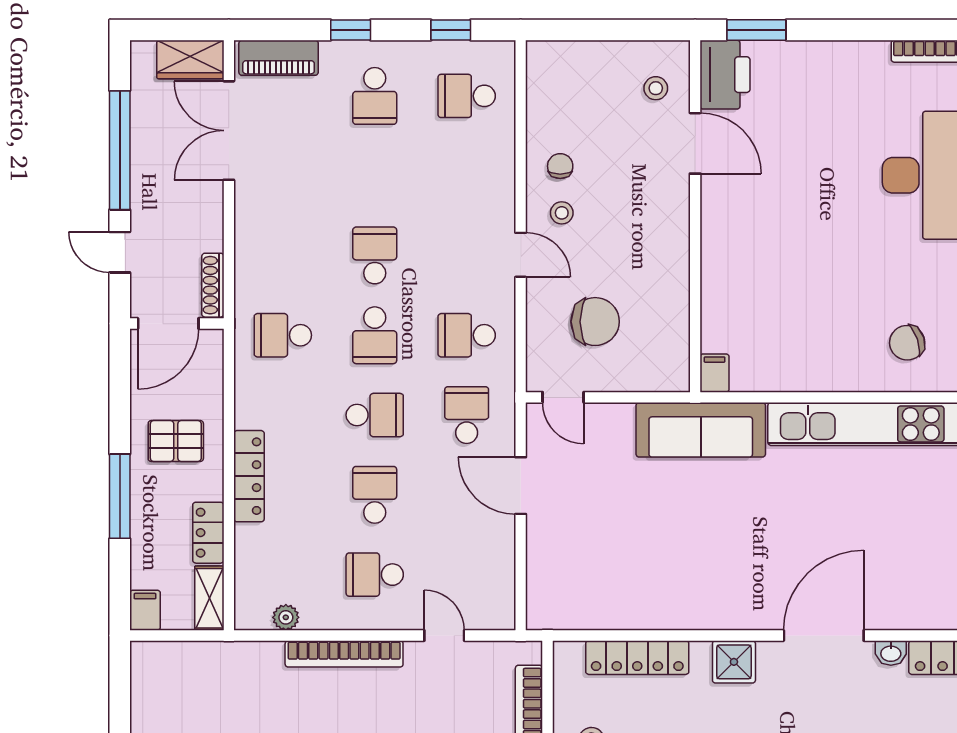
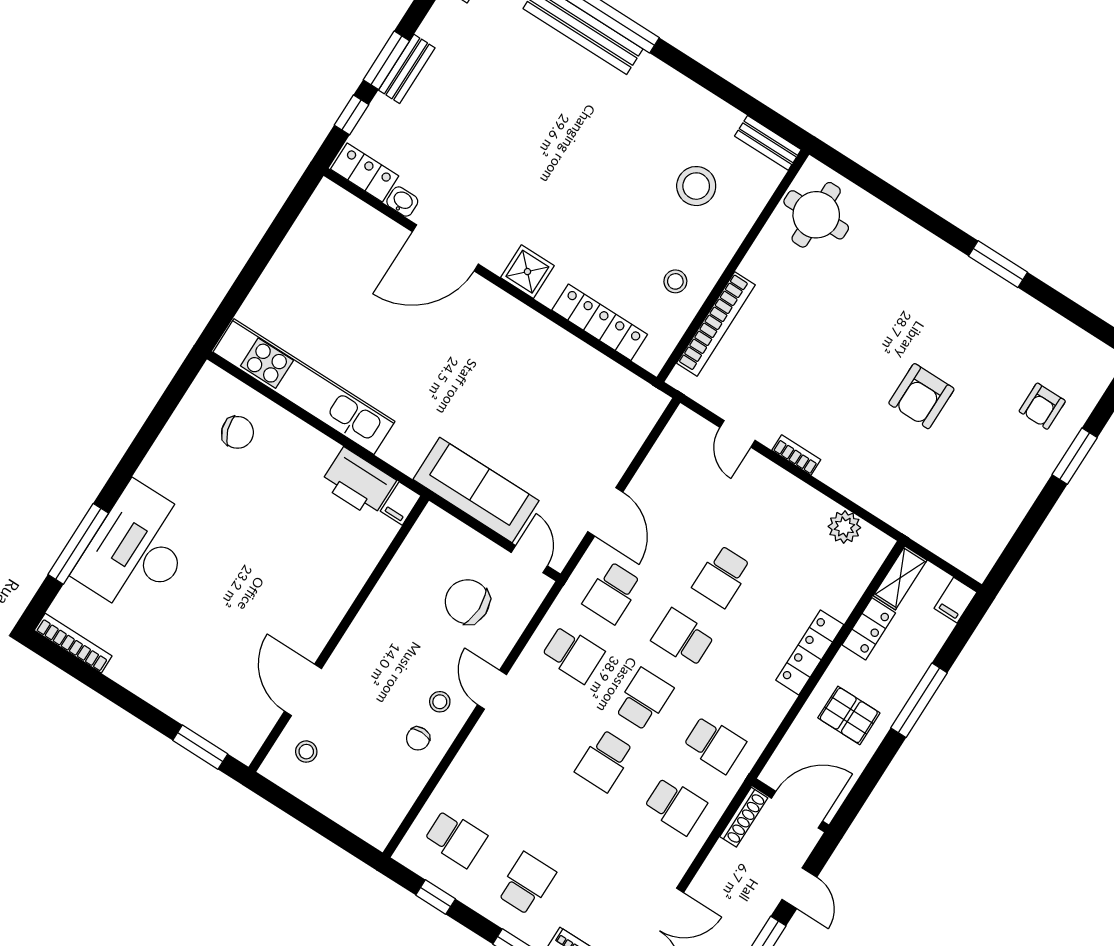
printer: (725, 75) -> (358, 482), moved, turned -90
sofa: (701, 430) -> (476, 490), moved
school desk: (375, 575) -> (675, 806), moved
plant: (286, 617) -> (844, 527), width x1.38, depth x1.38
bookcase: (344, 654) -> (796, 455), width x0.43, depth x0.76

